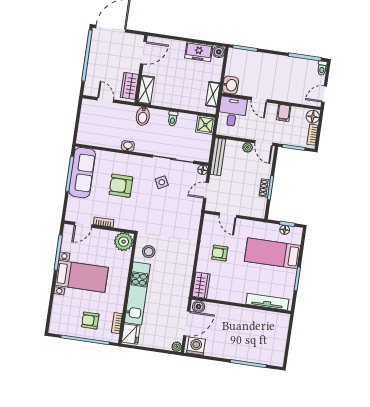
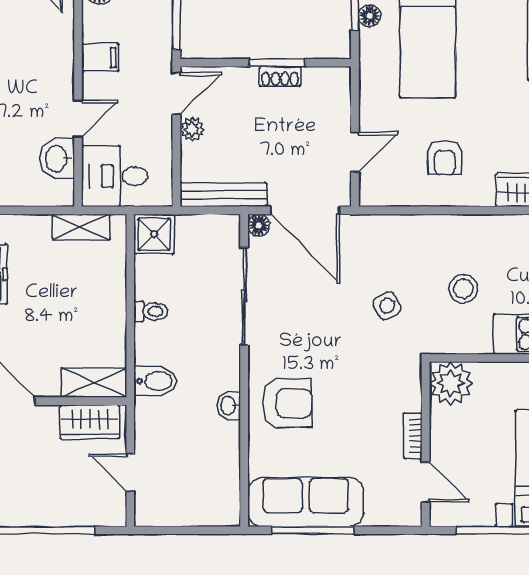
washbasin: (230, 85) -> (57, 159), moved, turned -90
door: (105, 100) -> (130, 473), hinge flipped
side table: (162, 182) -> (387, 306), moved
armchair: (121, 186) -> (287, 403), moved, turned -90
door: (206, 190) -> (305, 210), width x1.88
stool: (149, 252) -> (463, 289), moved

